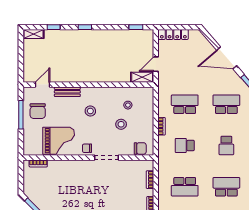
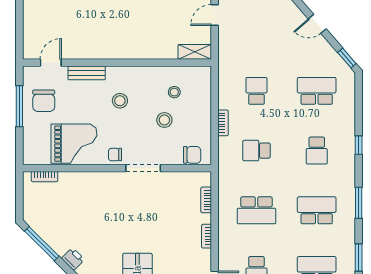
door: (227, 58) -> (317, 24), width x0.53
door: (156, 64) -> (215, 15), moved
school desk: (185, 104) -> (256, 91), width x0.54

